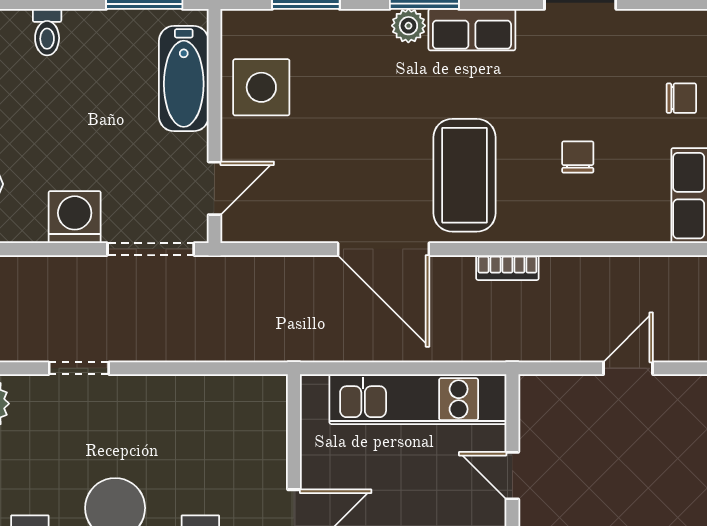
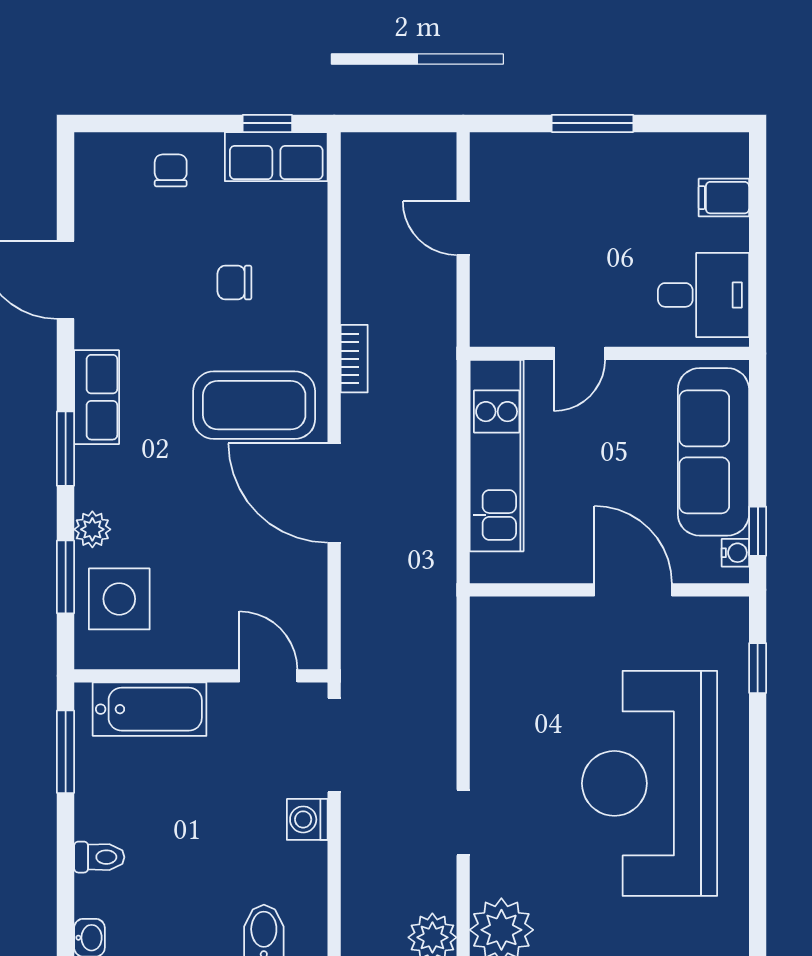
plant: (408, 26) -> (92, 529), moved
side table: (261, 87) -> (119, 599), moved
washing machine: (75, 217) -> (307, 819), width x0.73, depth x0.73
door: (383, 249) -> (334, 493), swing flipped

